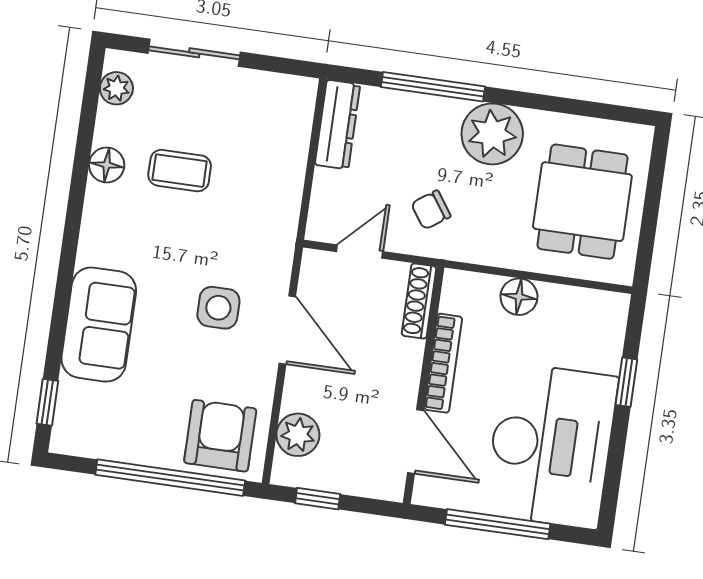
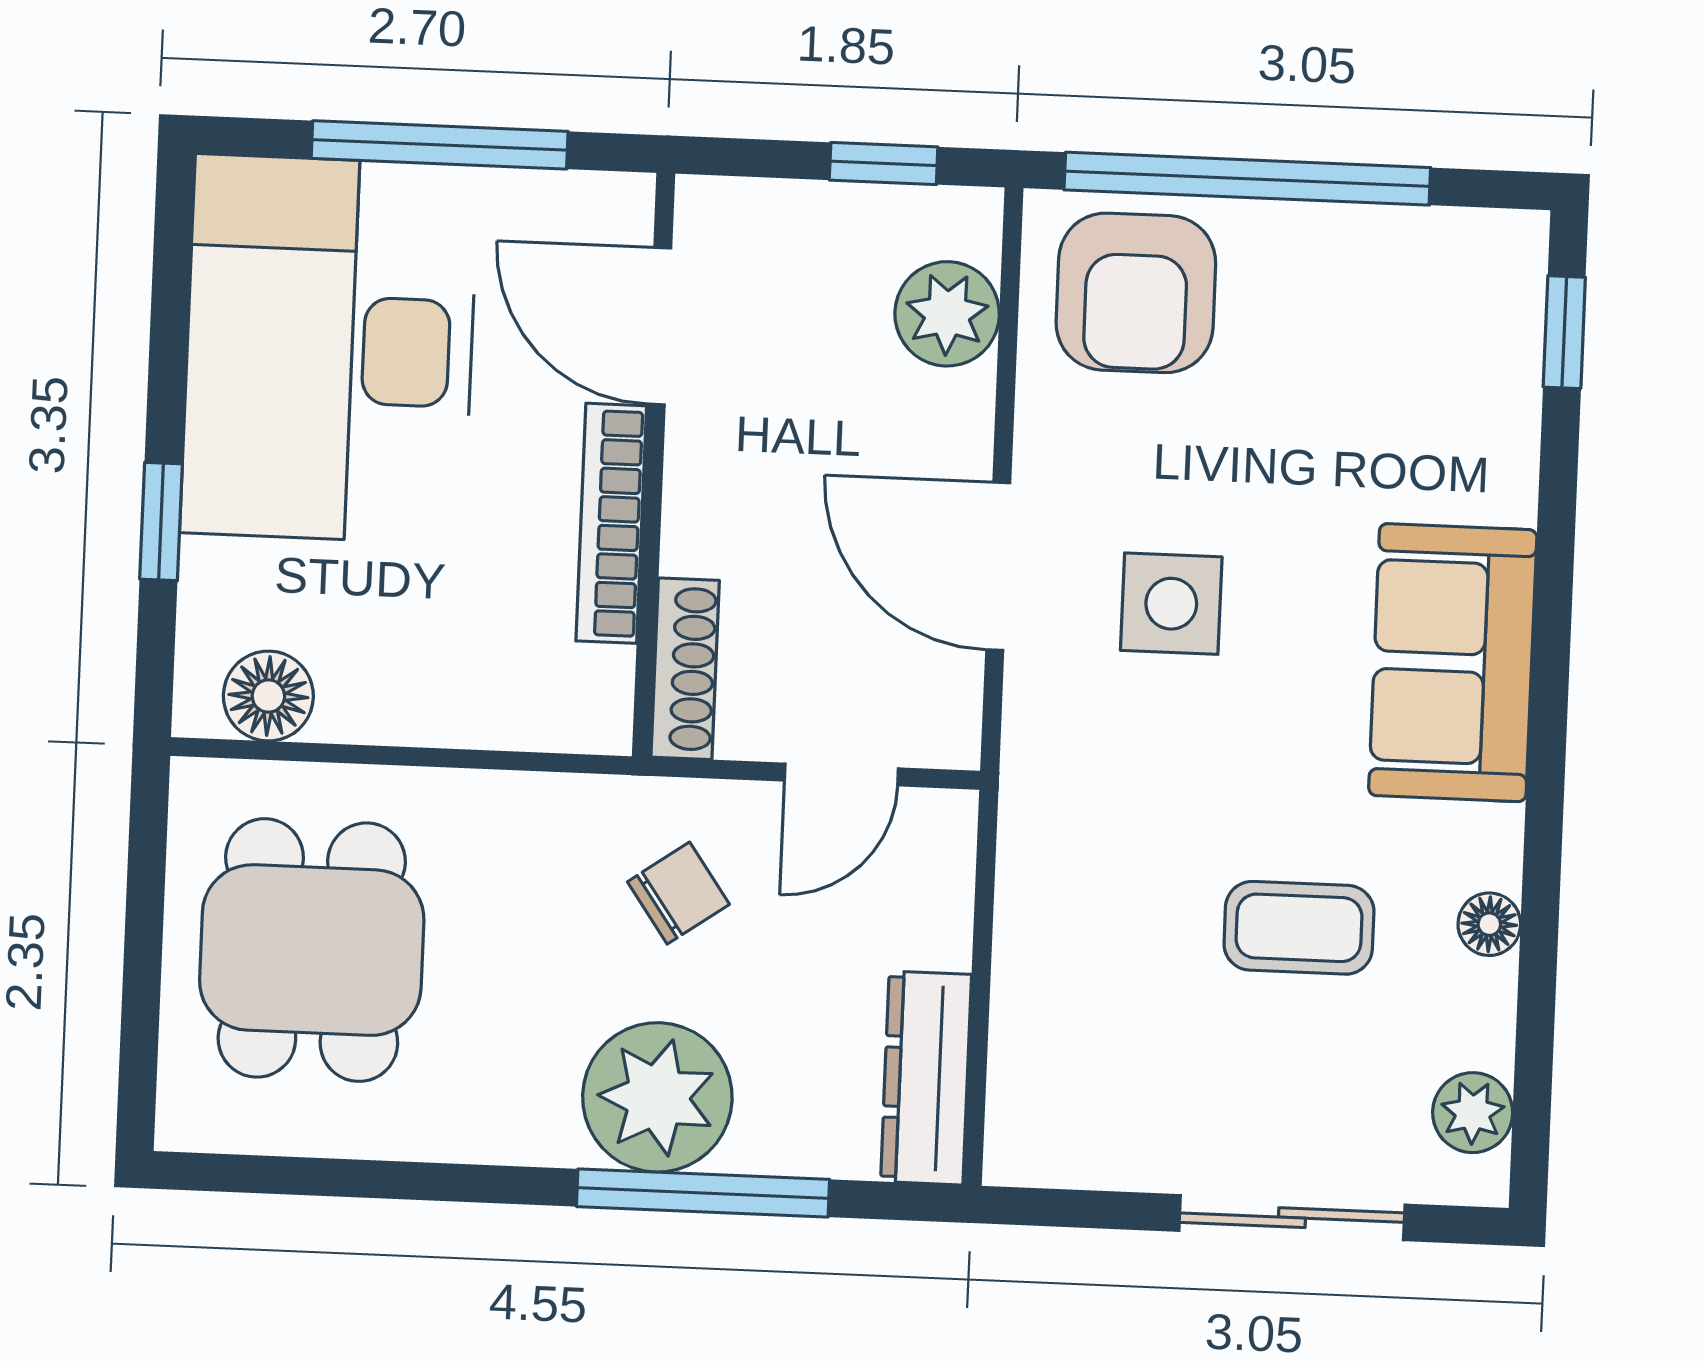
plant: (492, 134) -> (657, 1097), moved
floor lamp: (107, 165) -> (1489, 924), width x0.73, depth x0.73
floor lamp: (519, 297) -> (268, 696), moved
sofa: (99, 325) -> (1453, 663), moved

